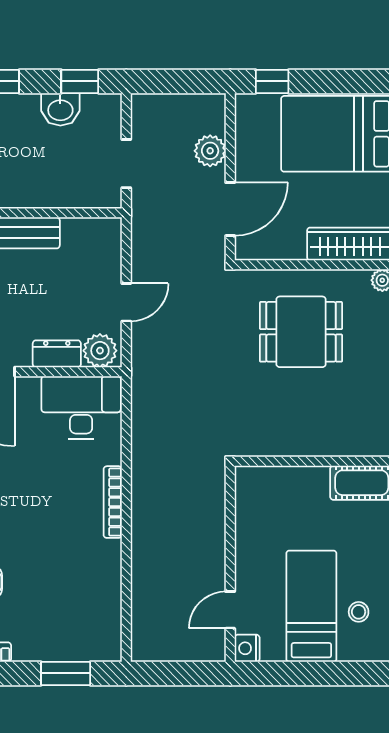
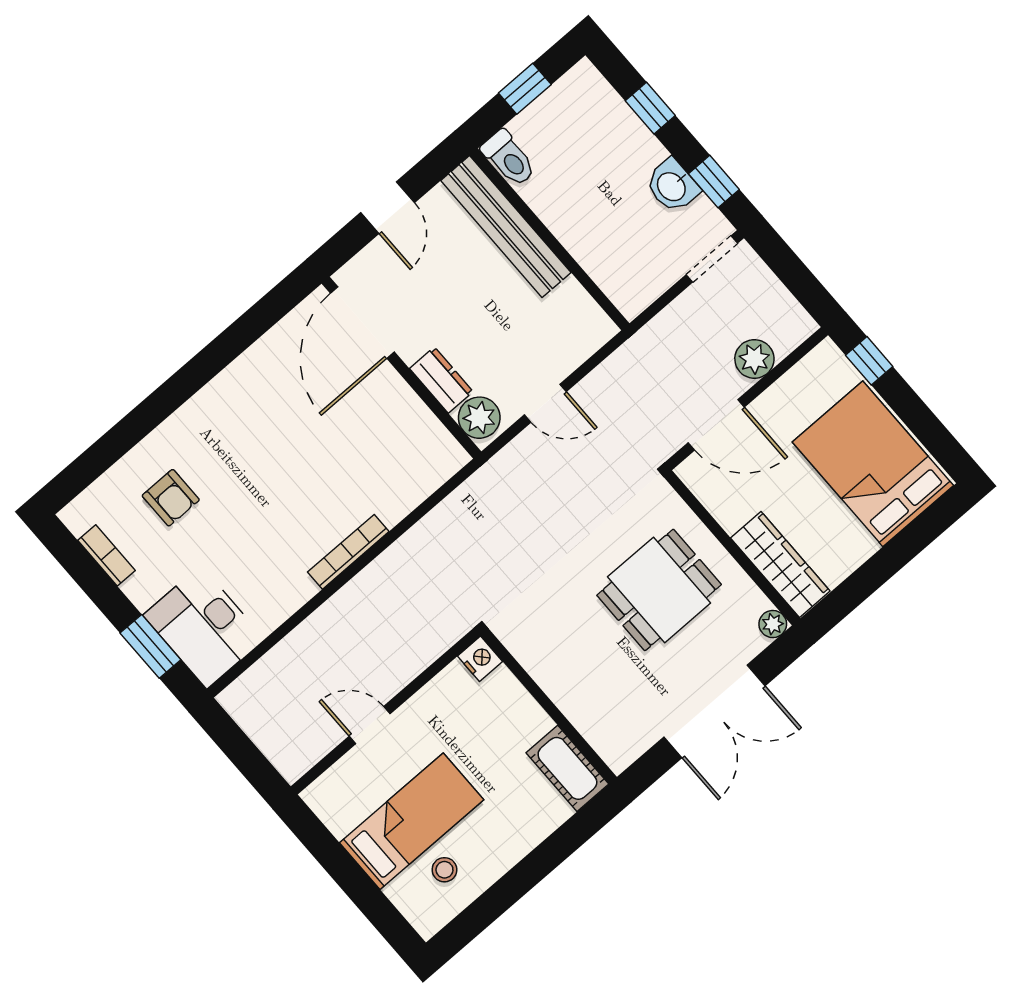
doorway: (126, 164) -> (712, 259), moved
dining table: (301, 332) -> (659, 590), turned 90
desk: (81, 407) -> (204, 627), moved, turned 180
door: (230, 610) -> (370, 725), moved
nightstand: (247, 648) -> (480, 659), moved, turned 90

